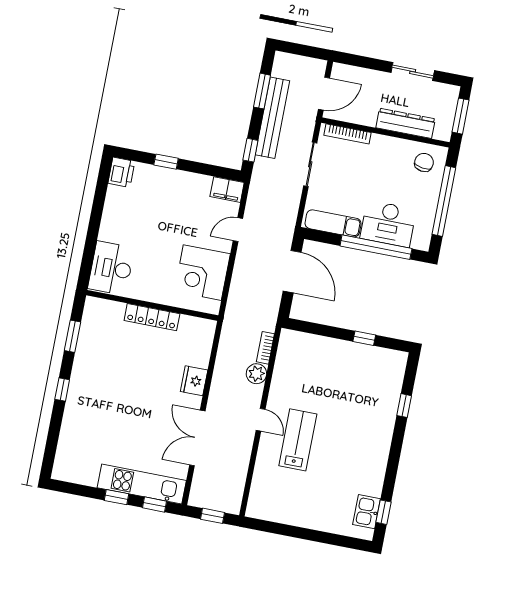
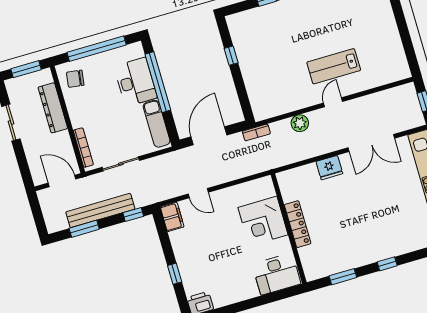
corner desk: (202, 273) -> (263, 221), moved, turned 90
bookcase: (265, 348) -> (256, 132), moved

